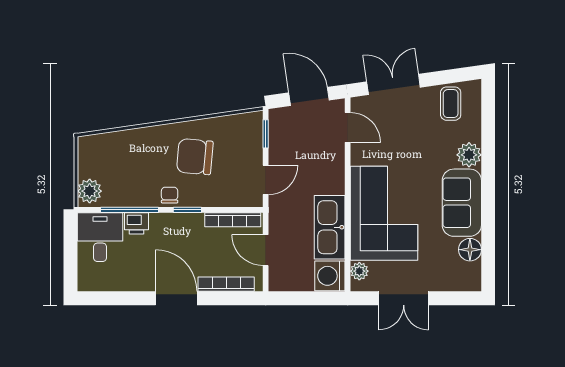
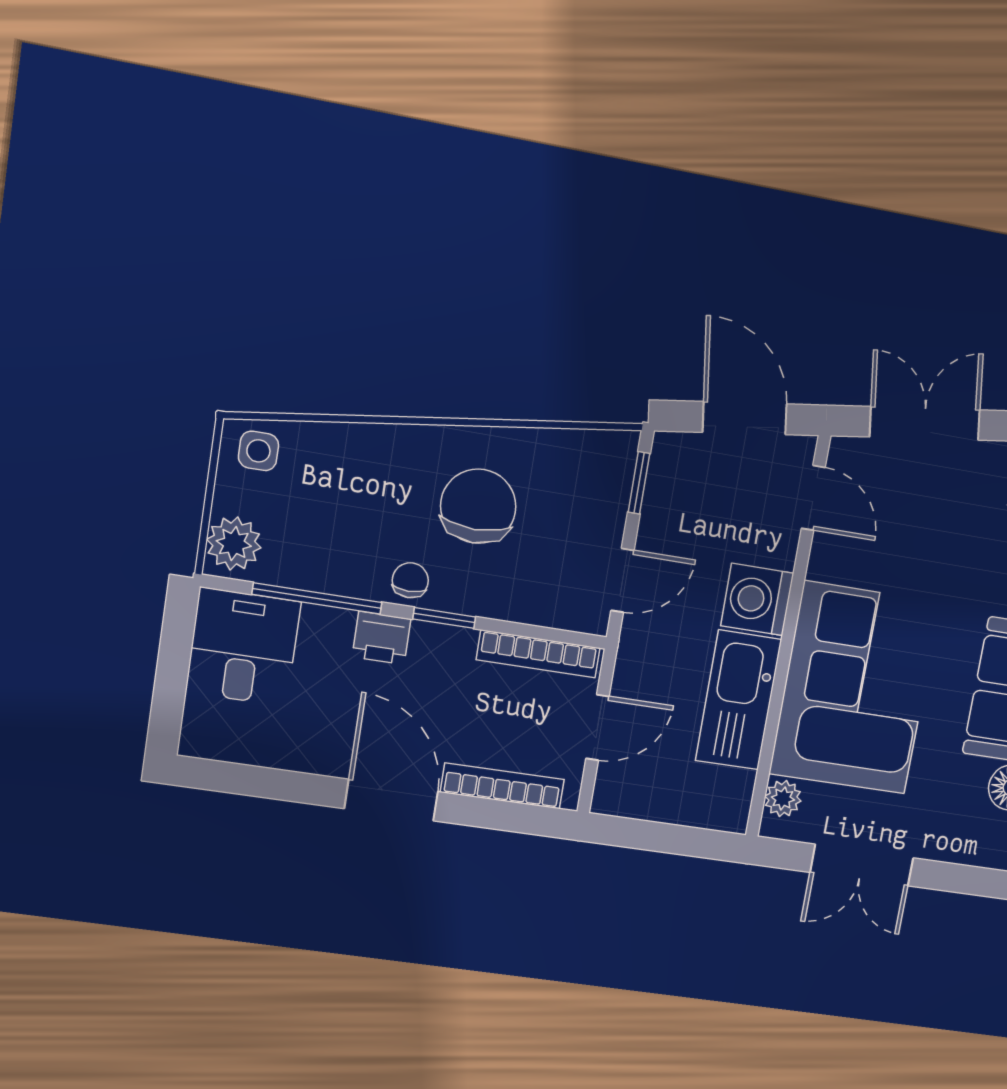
side table: (95, 148) -> (258, 451), added
chair: (195, 157) -> (478, 506), turned 85
printer: (136, 223) -> (381, 638), moved
door: (266, 250) -> (598, 727), swing flipped
washing machine: (330, 276) -> (757, 599), moved

